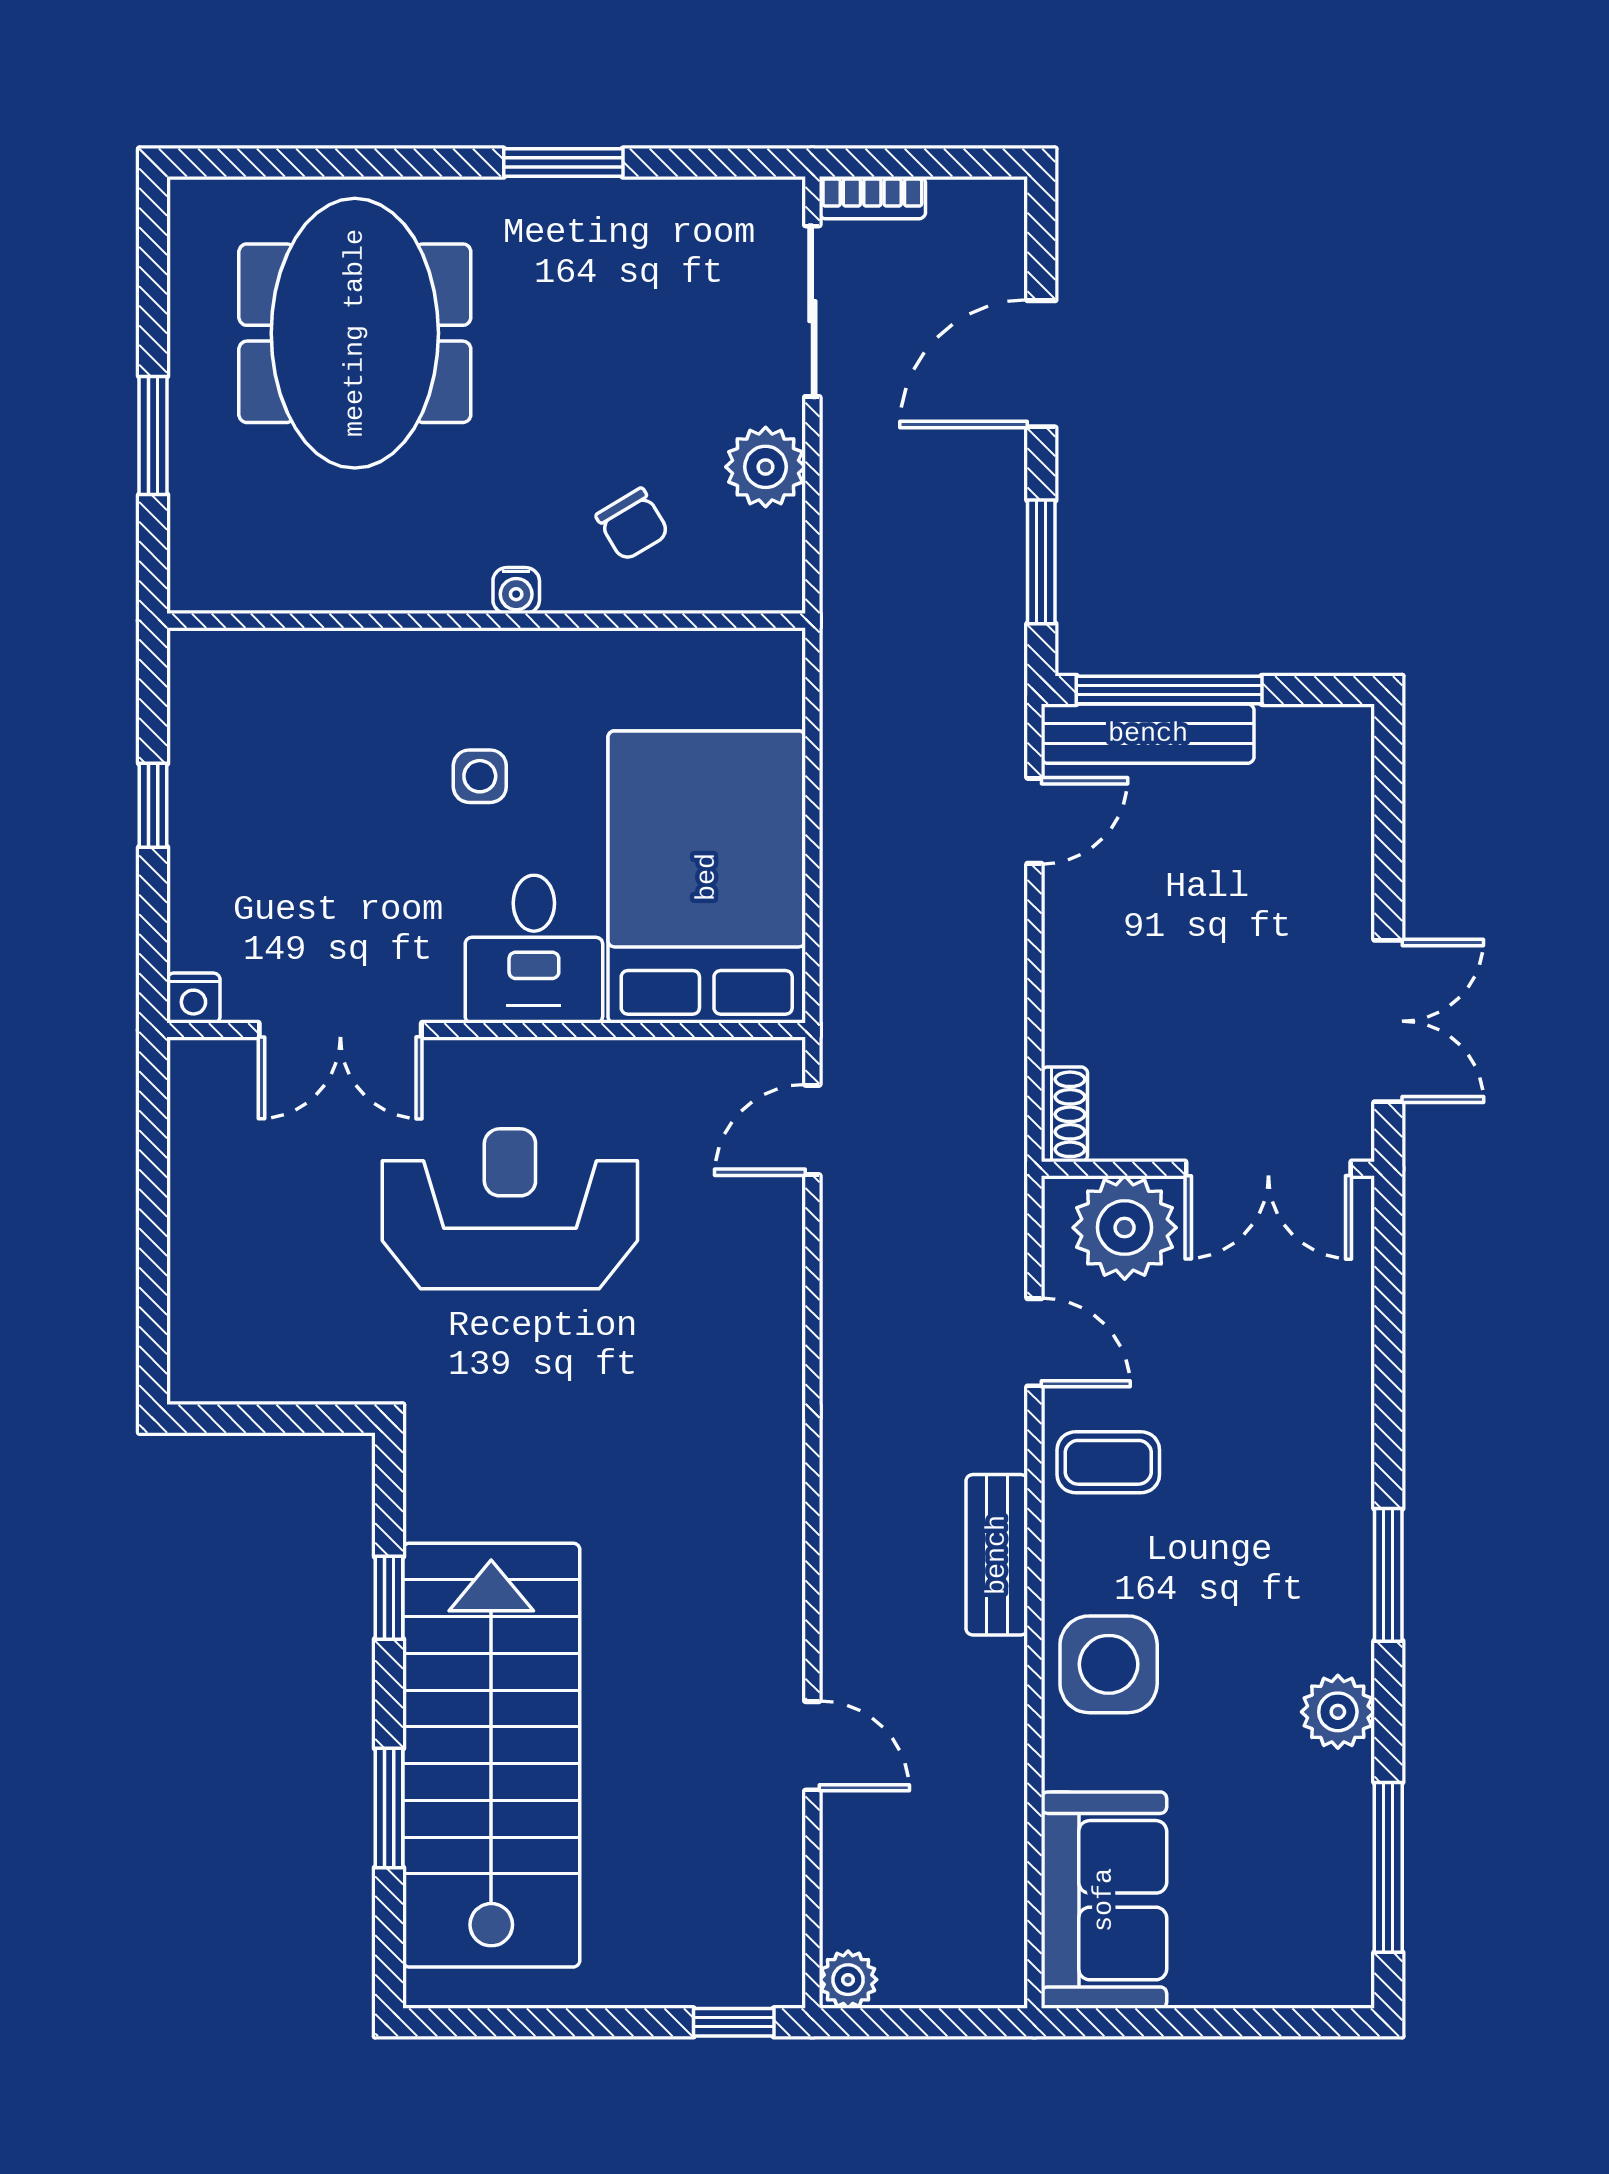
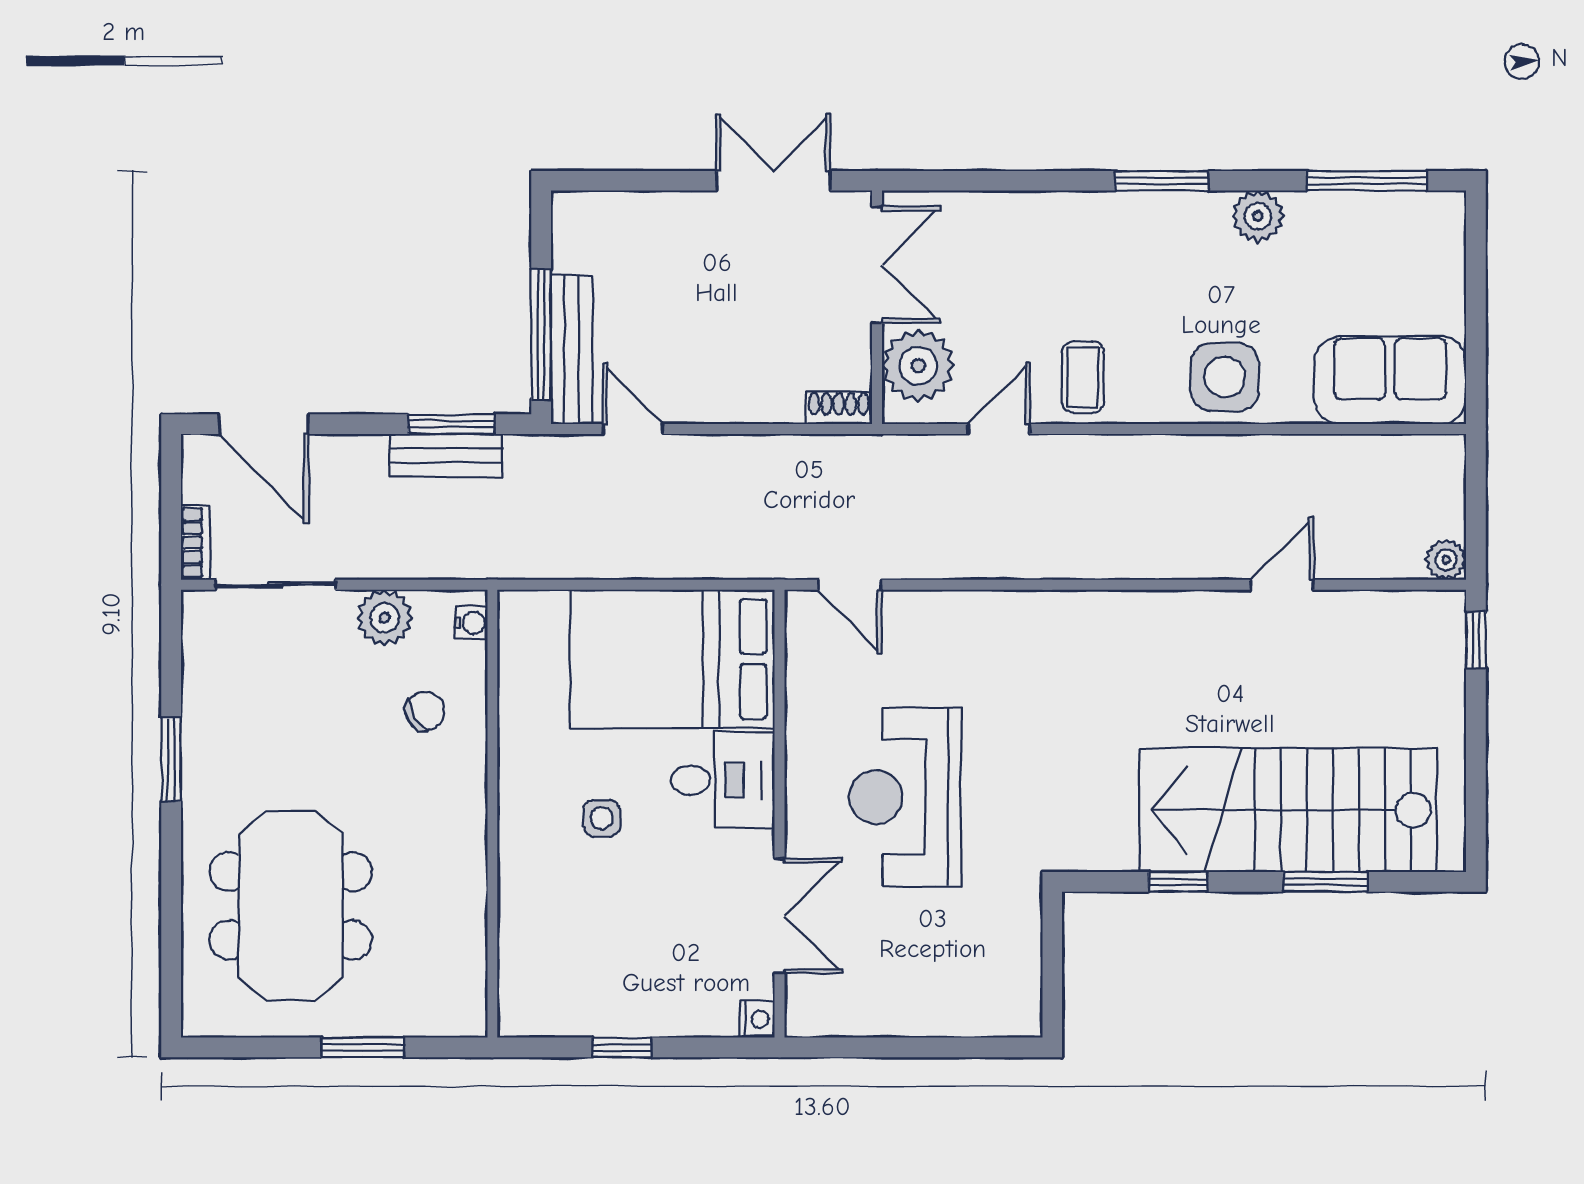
meeting table: (355, 333) -> (291, 906), turned 90
door: (1041, 364) -> (264, 424), moved
water cooler: (516, 590) -> (471, 623), moved
bench: (997, 1555) -> (446, 455), moved

